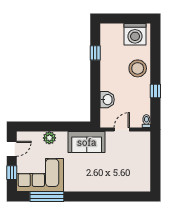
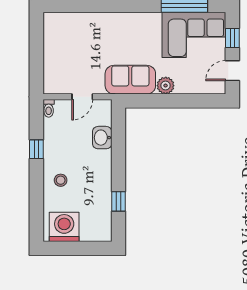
stool: (138, 68) -> (61, 180), width x0.53, depth x0.53
plant: (49, 138) -> (166, 86), moved

